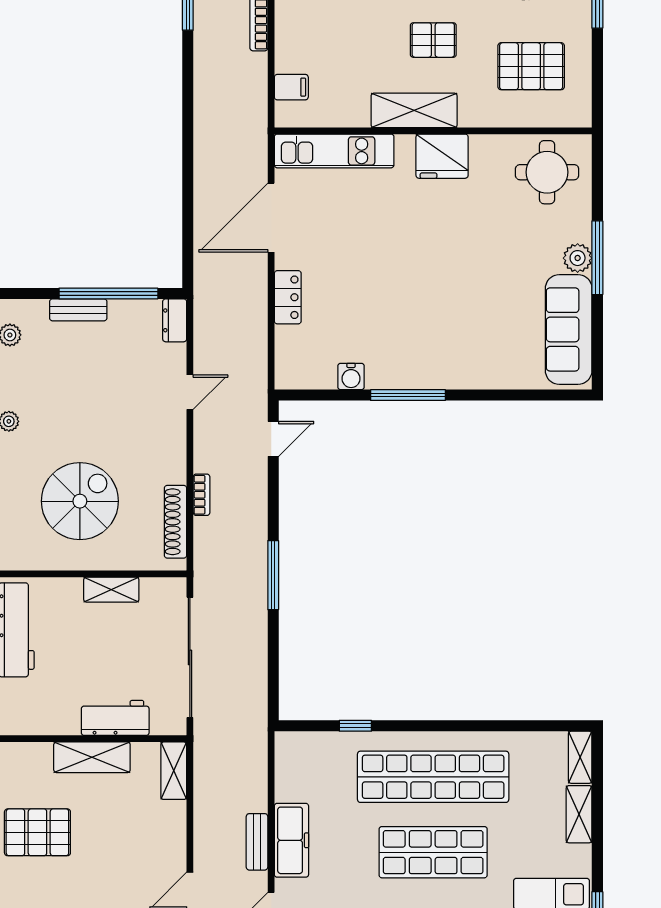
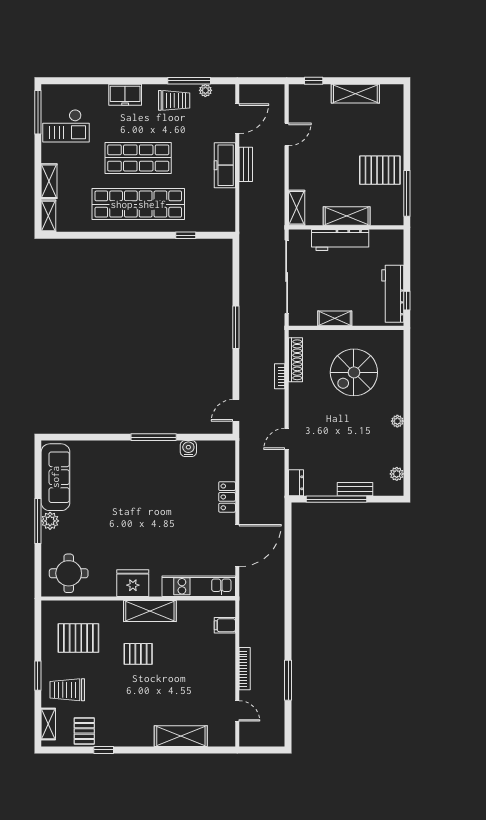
workbench: (115, 718) -> (340, 240), width x1.38

